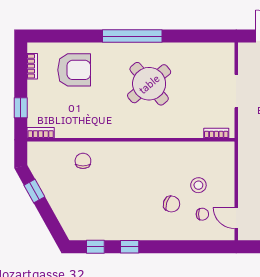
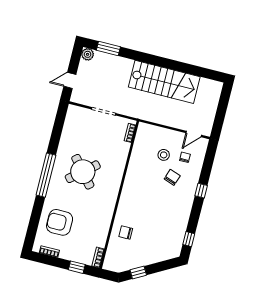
armchair: (74, 70) -> (60, 222), turned -90
window: (130, 247) -> (201, 191), moved

